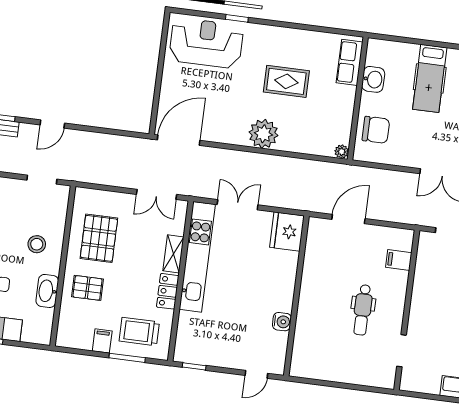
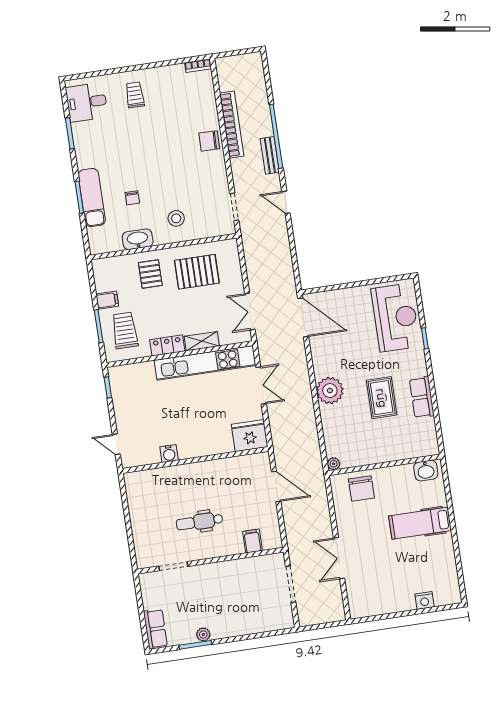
row of seats: (349, 62) -> (422, 397), moved, turned -90
washbasin: (373, 79) -> (426, 471), moved

